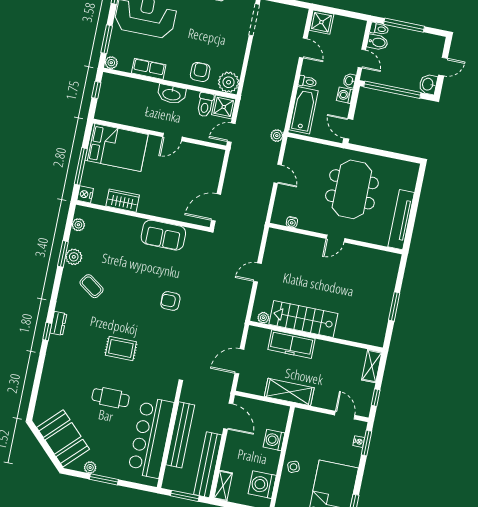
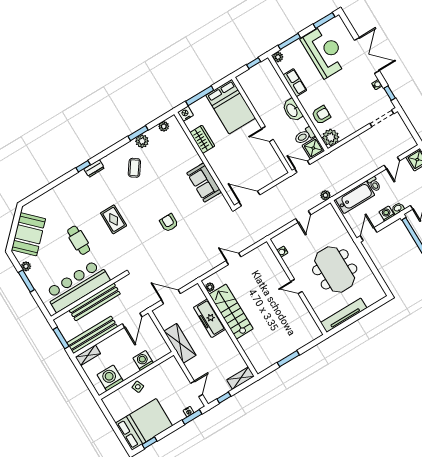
meeting table: (352, 189) -> (335, 269), turned 90

